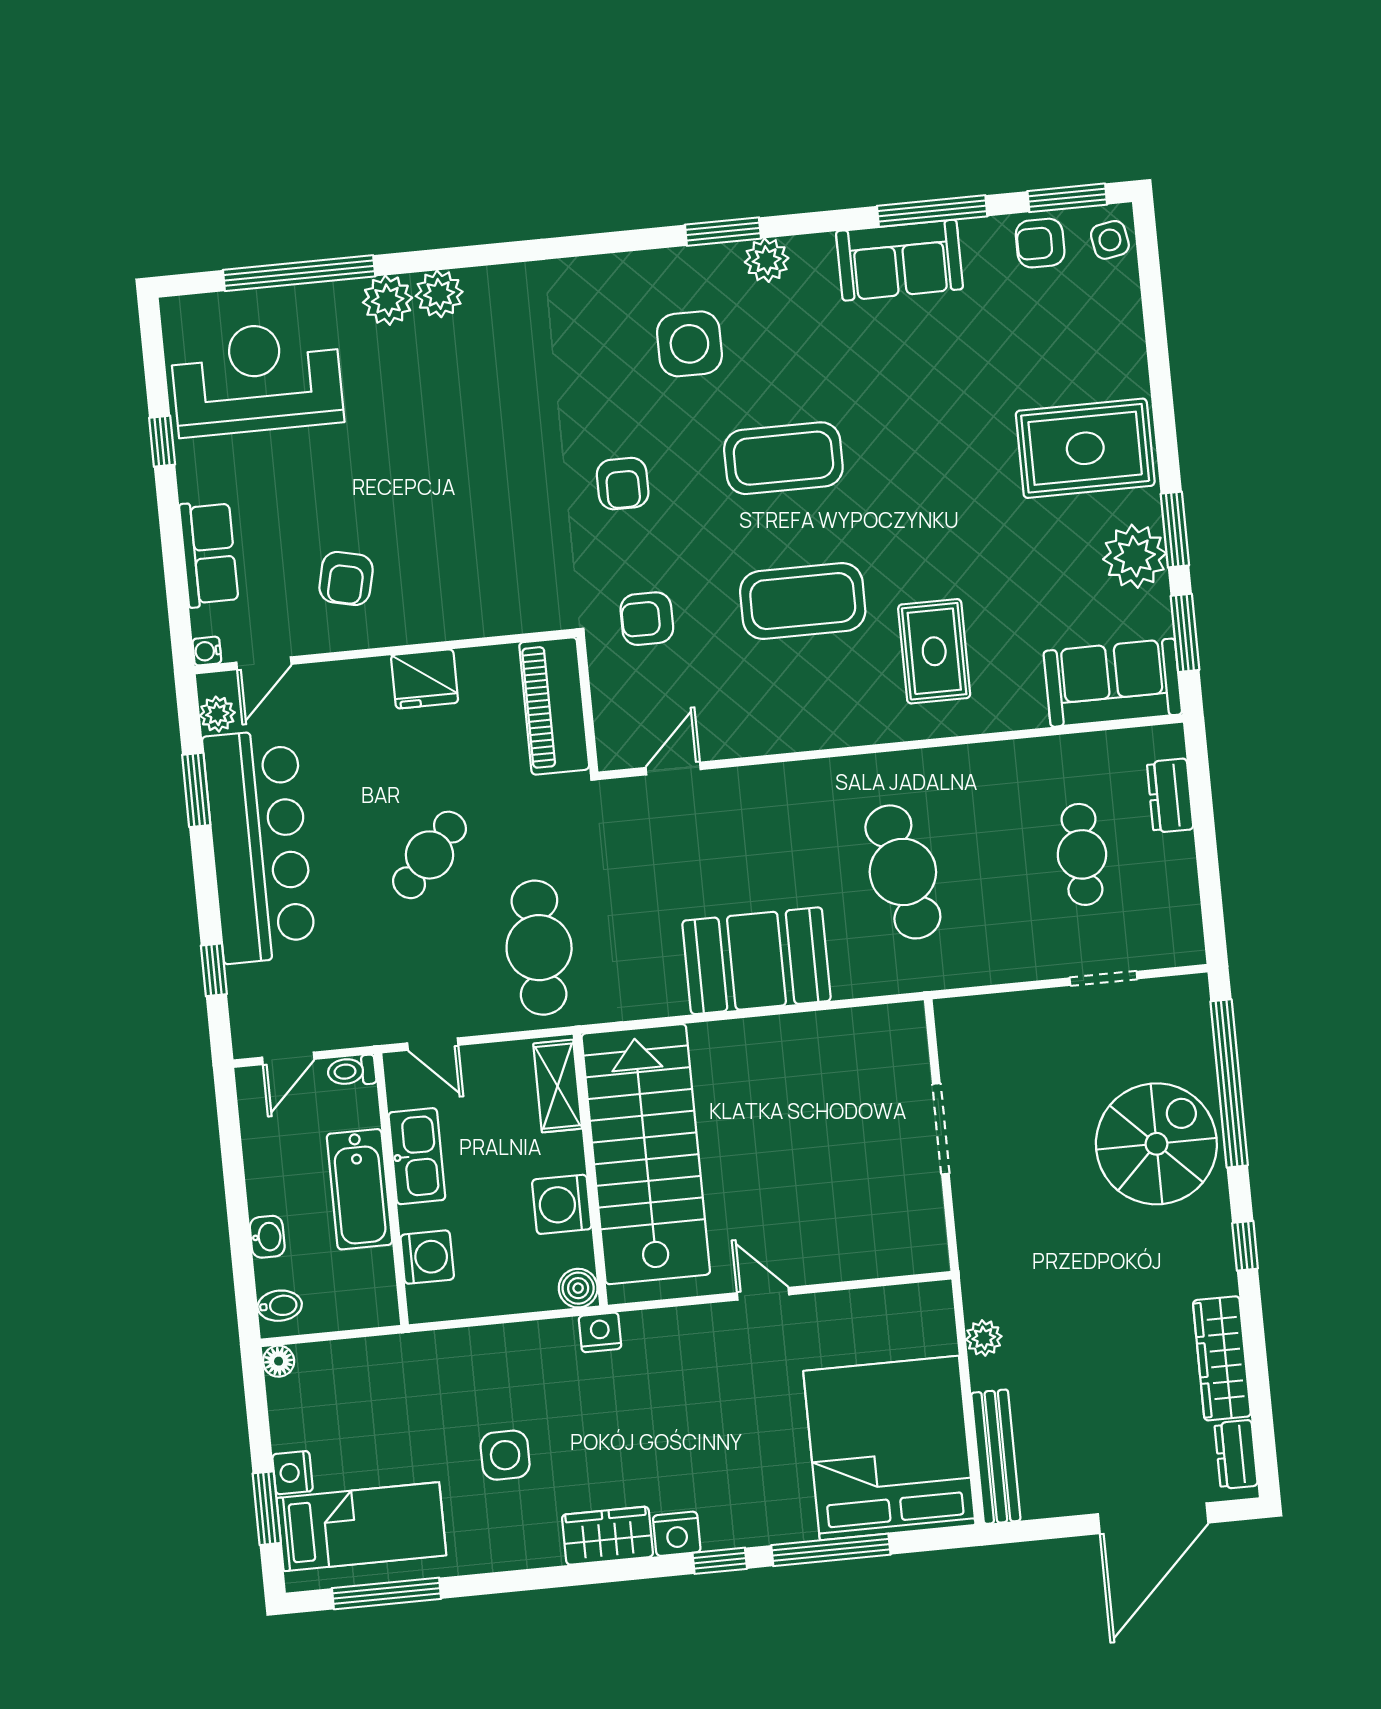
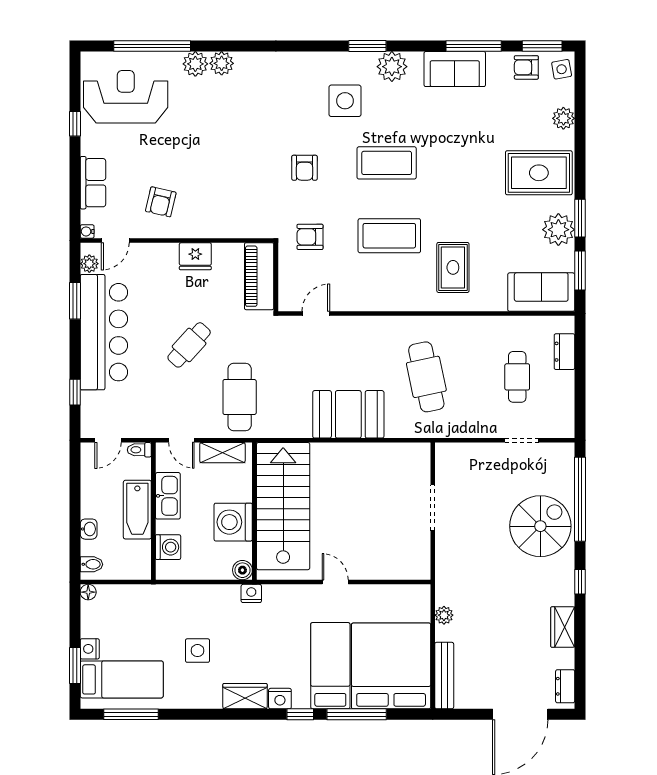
plant: (767, 260) -> (392, 67), width x1.36, depth x1.36
plant: (1123, 336) -> (563, 118), added
shelving: (558, 1086) -> (222, 453), moved, turned 90
washing machine: (562, 1204) -> (233, 522), width x1.37, depth x1.37
wardrobe: (1222, 1358) -> (563, 627), width x0.67
bed: (770, 1459) -> (330, 666), added

